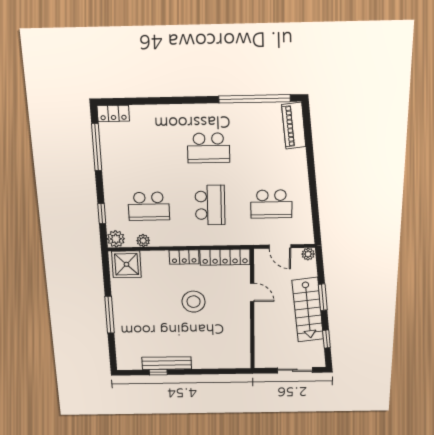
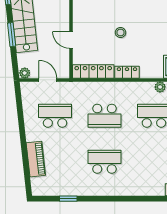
window: (255, 99) -> (68, 199), width x0.32
piano: (294, 126) -> (36, 159), moved
school desk: (210, 205) -> (104, 116), turned -90
stool: (194, 302) -> (120, 33), width x0.53, depth x0.53

